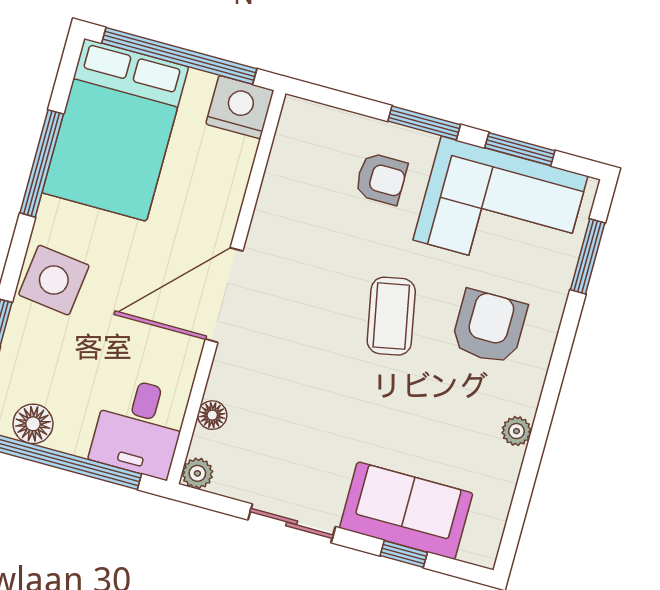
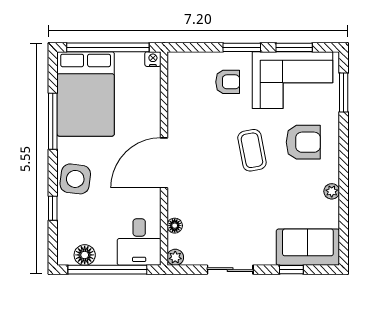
nightstand: (240, 107) -> (153, 59), width x0.53, depth x0.56
armchair: (489, 327) -> (303, 142), turned 90
sofa: (406, 511) -> (308, 247), moved

